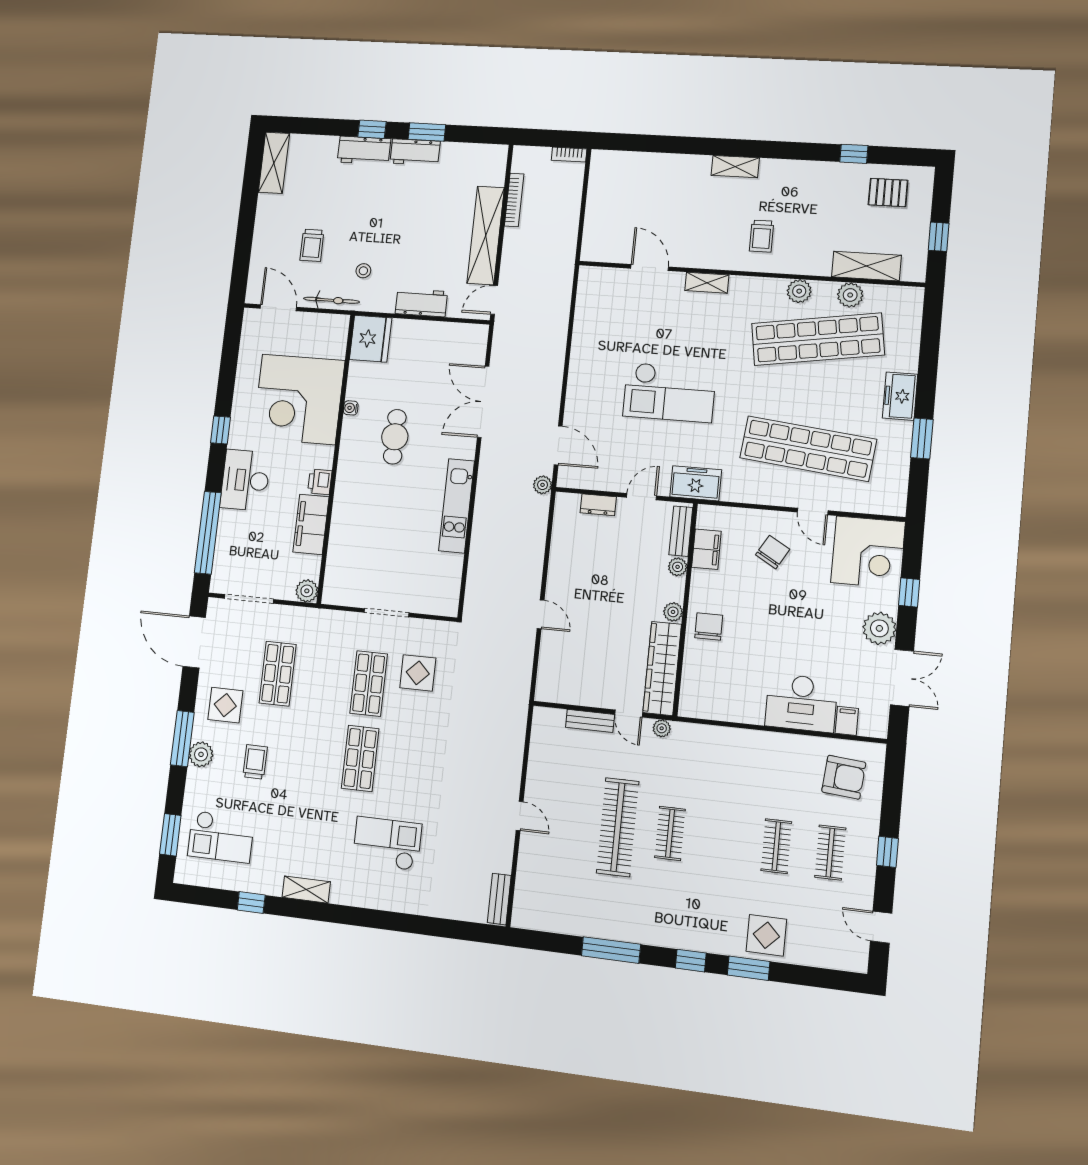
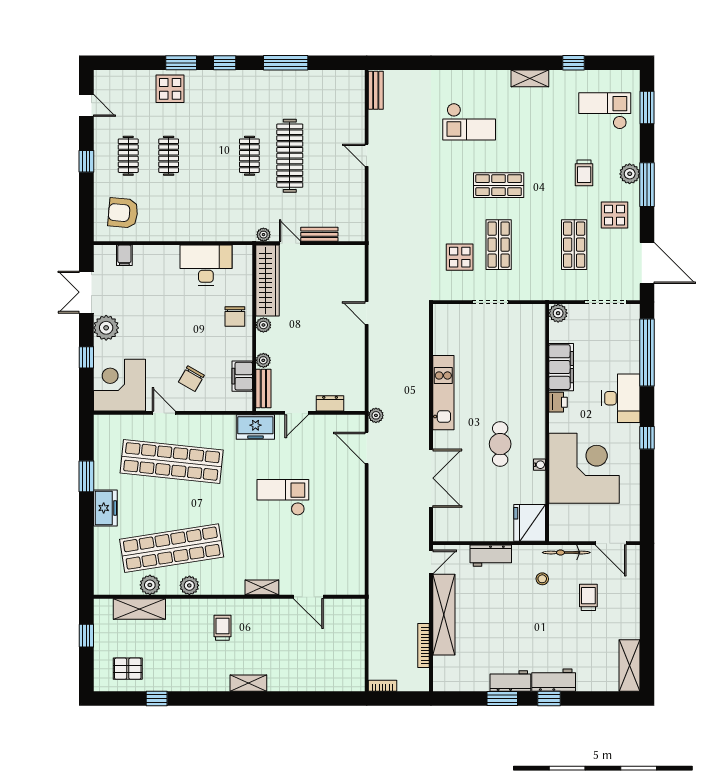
checkout: (669, 392) -> (283, 497), width x0.73, depth x0.83
desk: (801, 703) -> (206, 265), moved
shop shelf: (360, 758) -> (499, 185), turned 90

